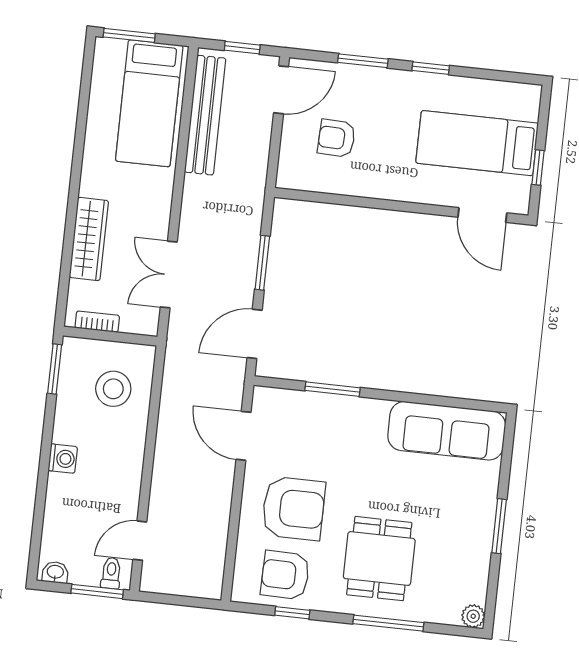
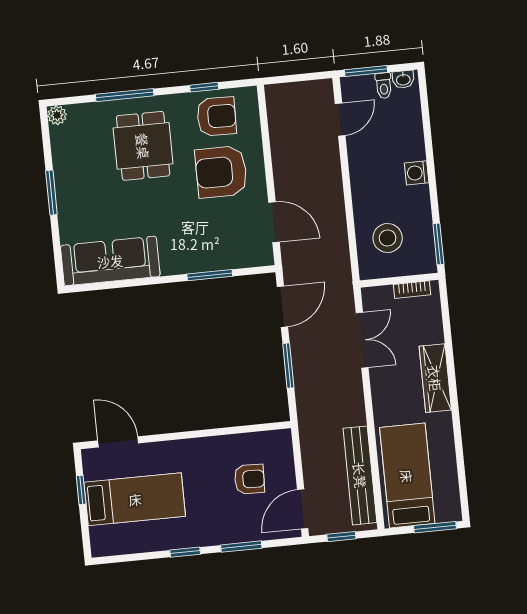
wardrobe: (89, 239) -> (435, 378), moved
toilet: (111, 573) -> (384, 86), moved

